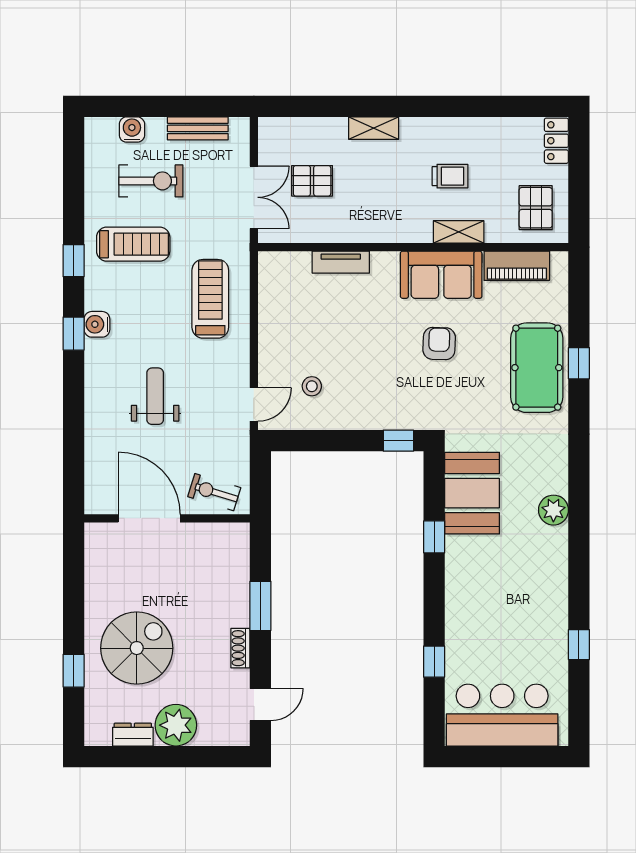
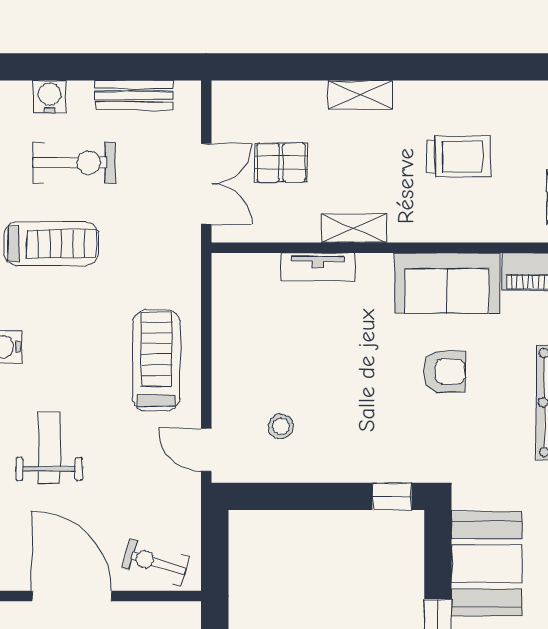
trolley: (450, 176) -> (458, 157), width x1.36, depth x1.39
shelving: (459, 232) -> (354, 228), moved
treadmill: (210, 299) -> (156, 360), moved
armchair: (439, 344) -> (444, 372), turned 88
weight bench: (155, 396) -> (49, 447), moved
door: (254, 404) -> (206, 450), swing flipped

